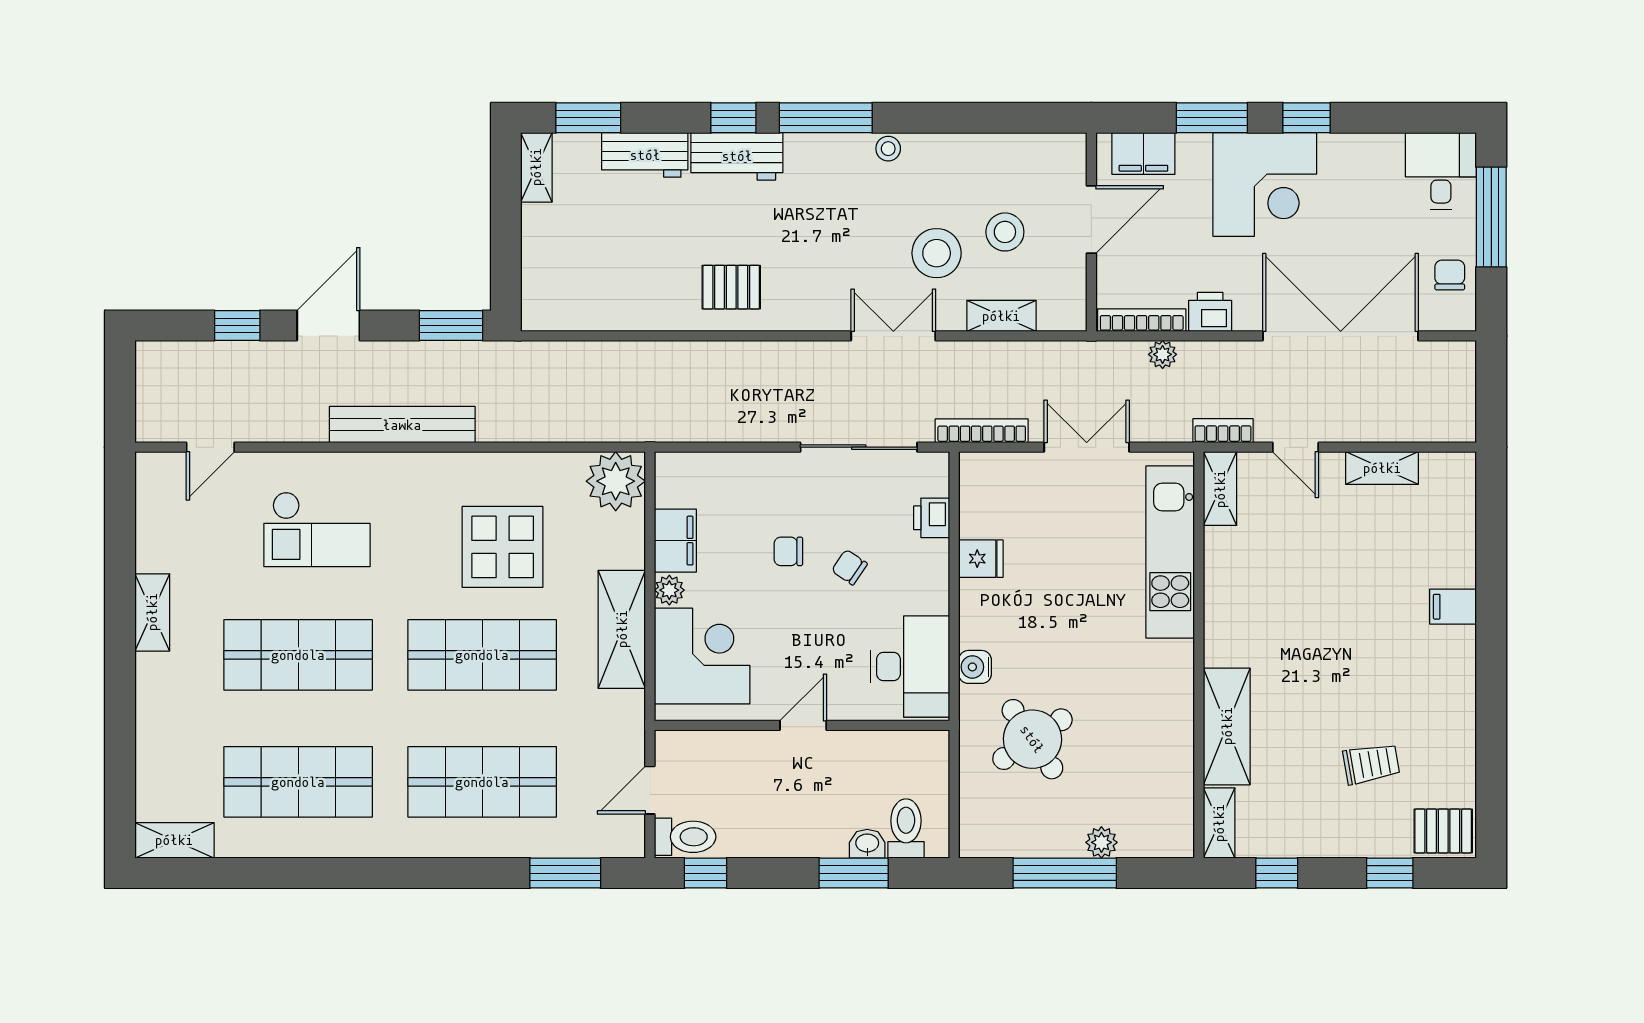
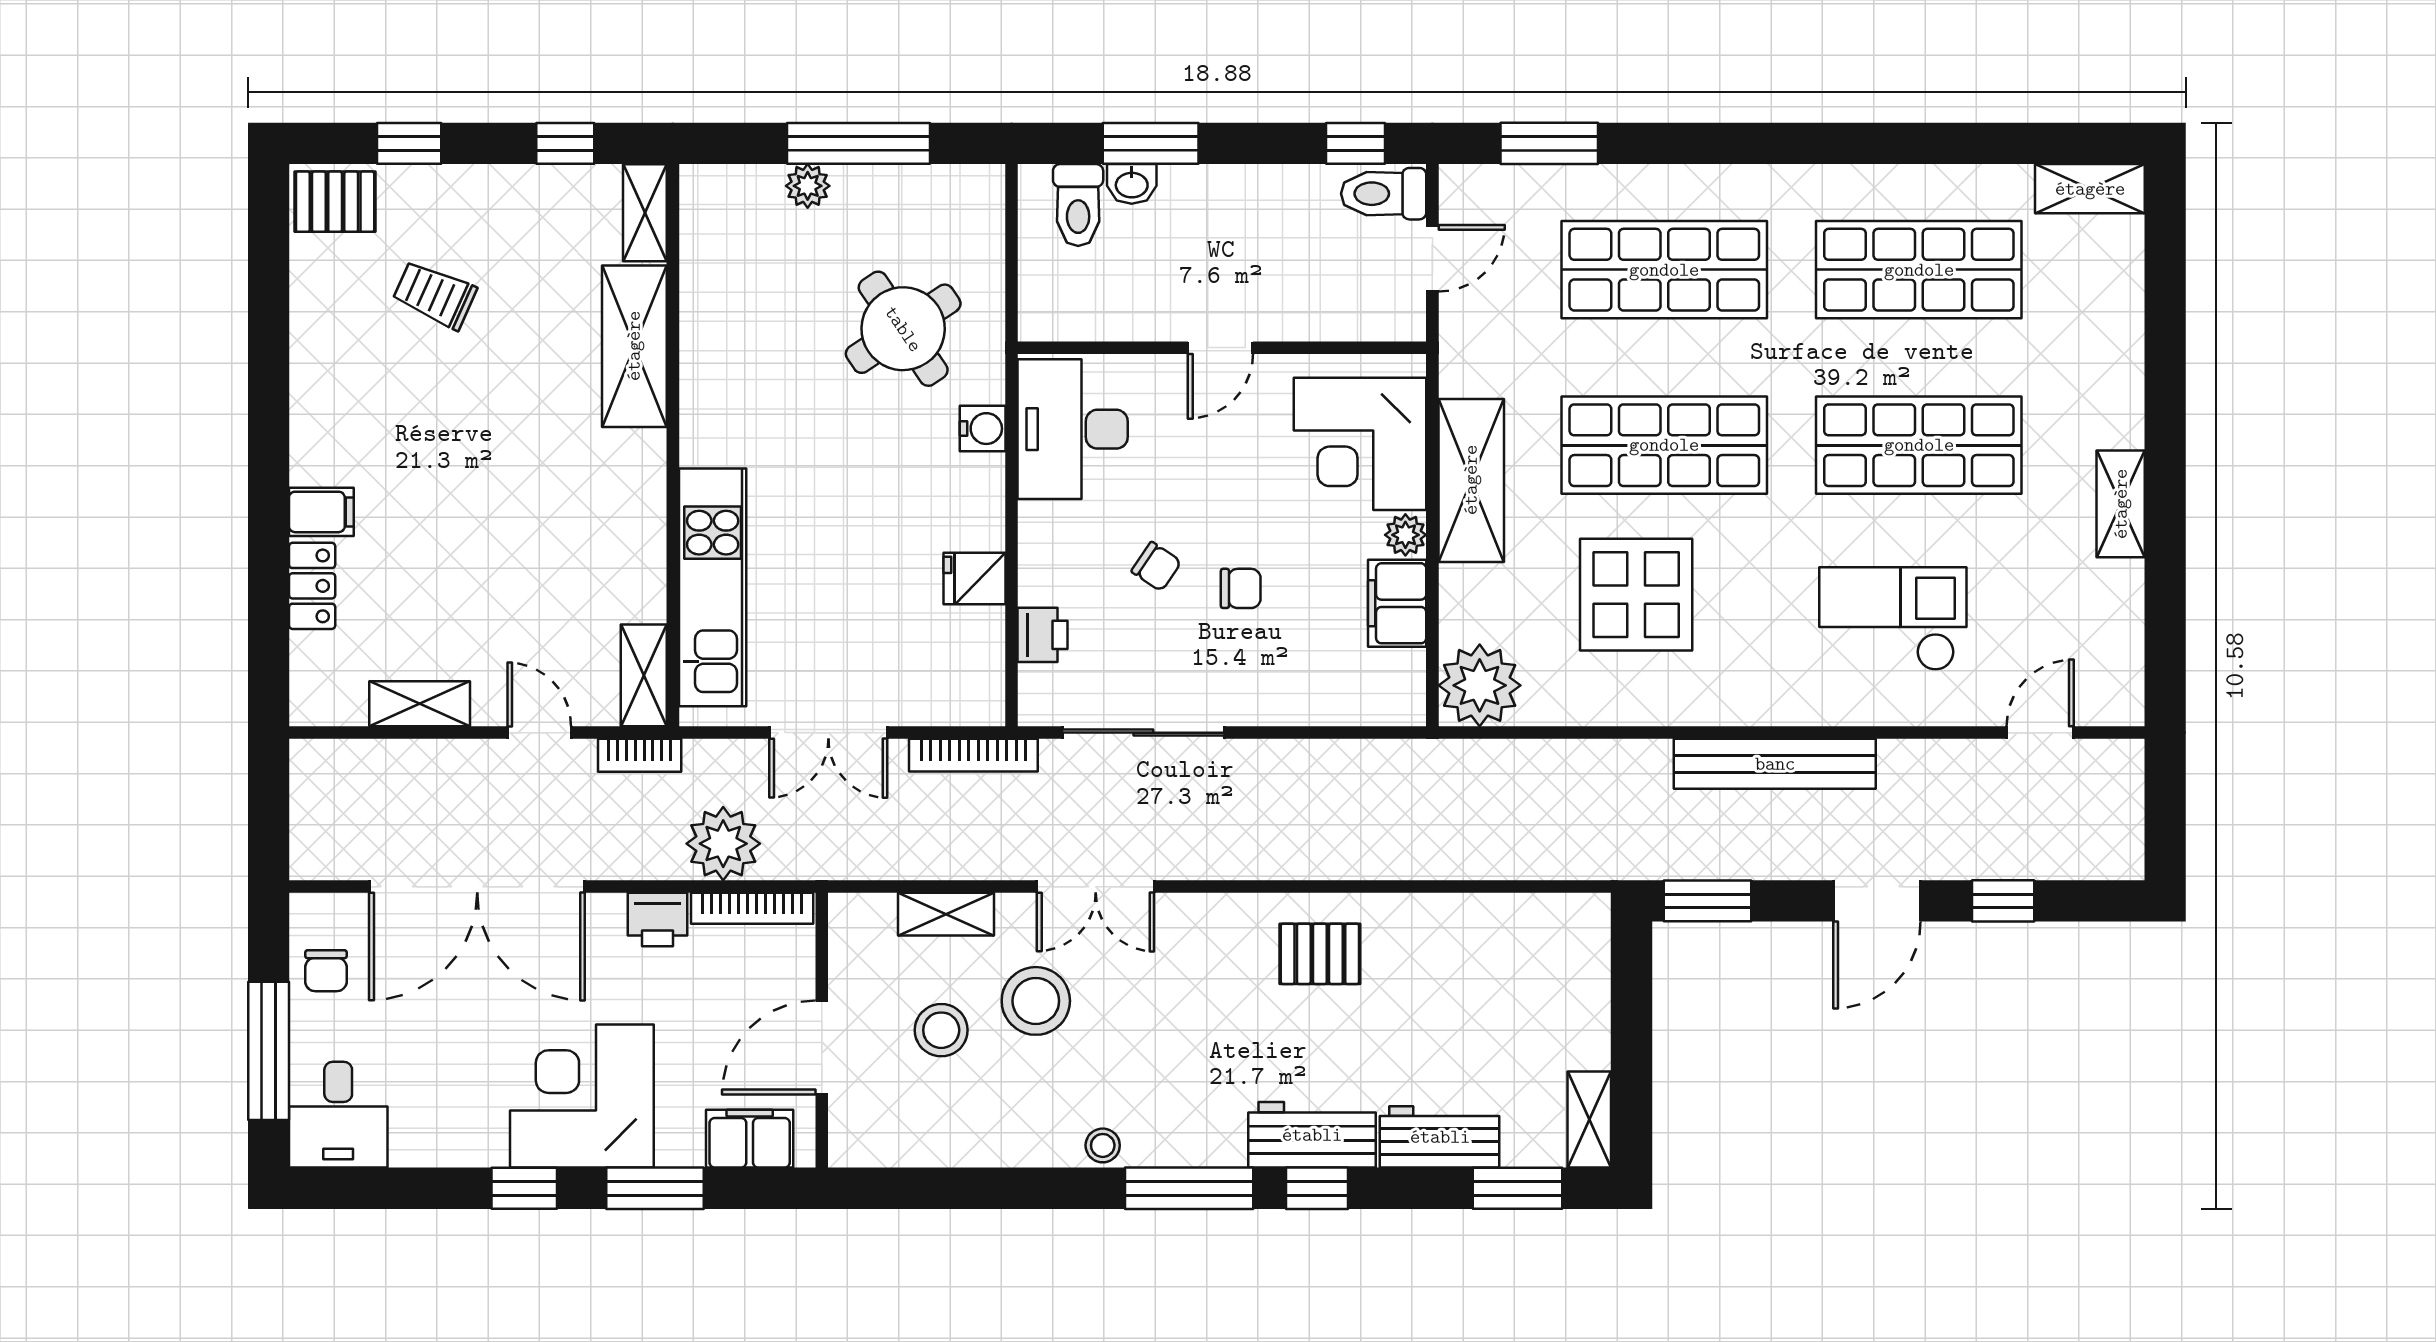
plant: (1163, 354) -> (723, 844), width x1.87, depth x1.87
locker: (1460, 553) -> (312, 586), added
trolley: (1371, 764) -> (435, 295), turned 34

